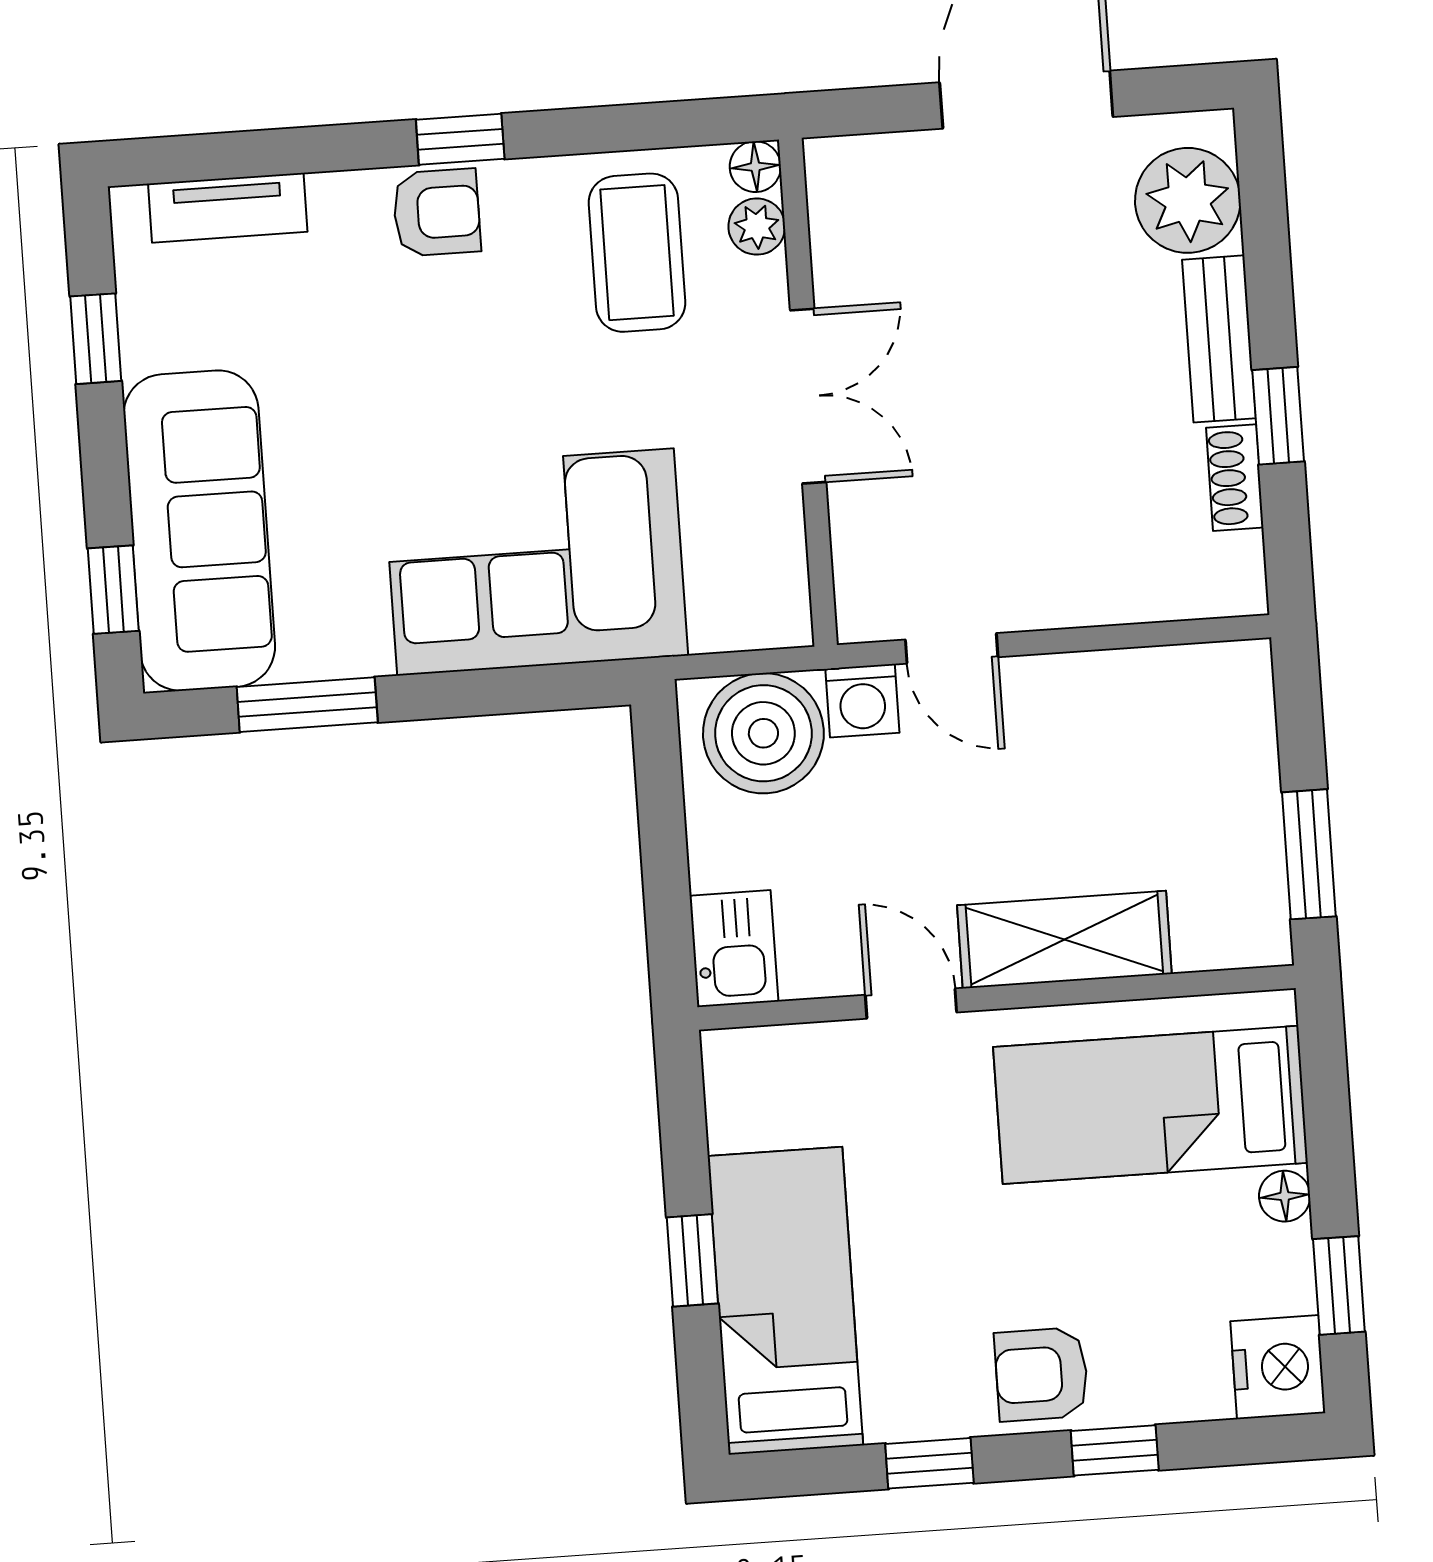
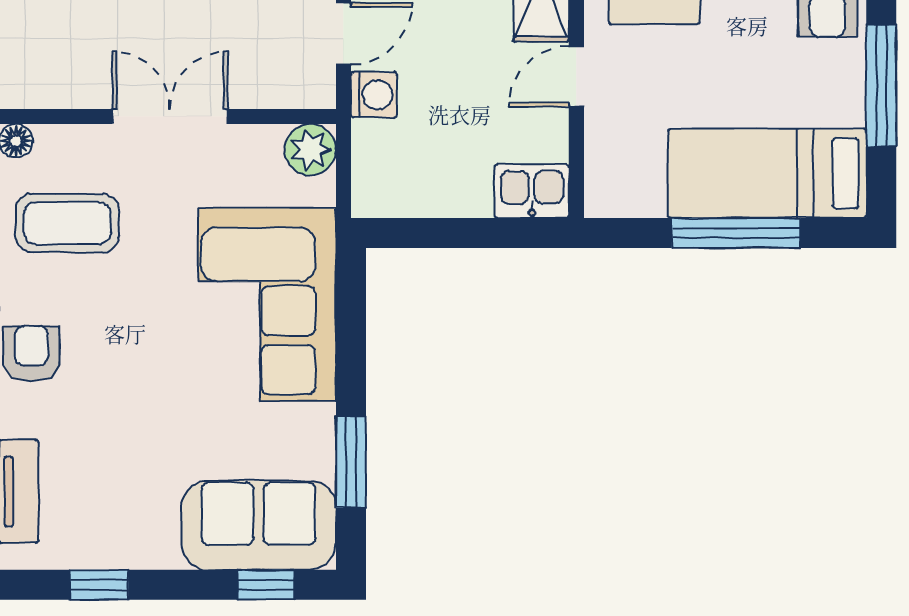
plant: (757, 227) -> (310, 150), moved, width x1.38, depth x1.38
sofa: (199, 531) -> (259, 525), width x0.73
boiler: (763, 733) -> (391, 162), removed
window: (692, 1260) -> (736, 233), width x2.17
window: (929, 1463) -> (881, 86), width x2.17

